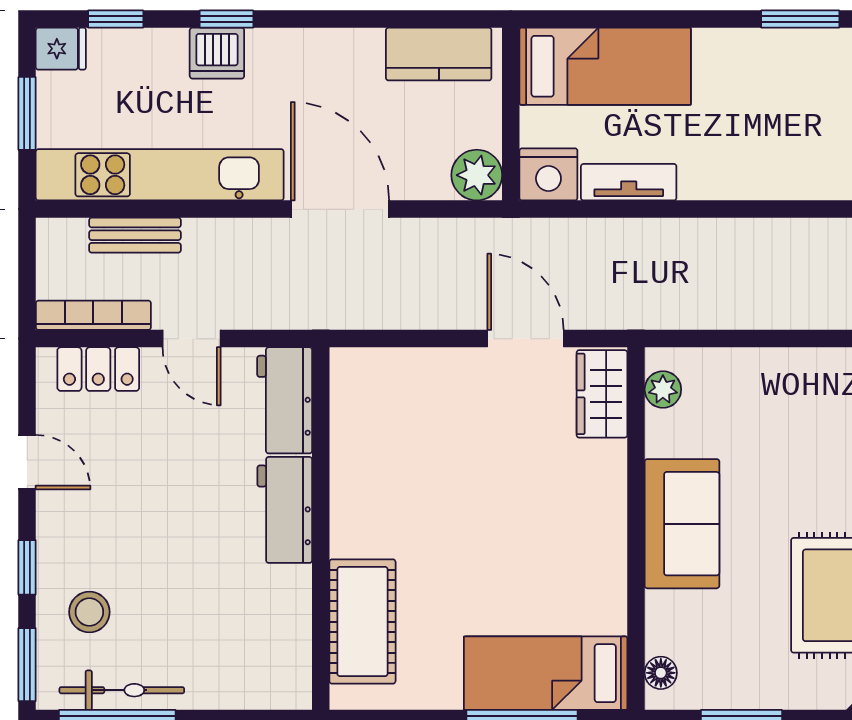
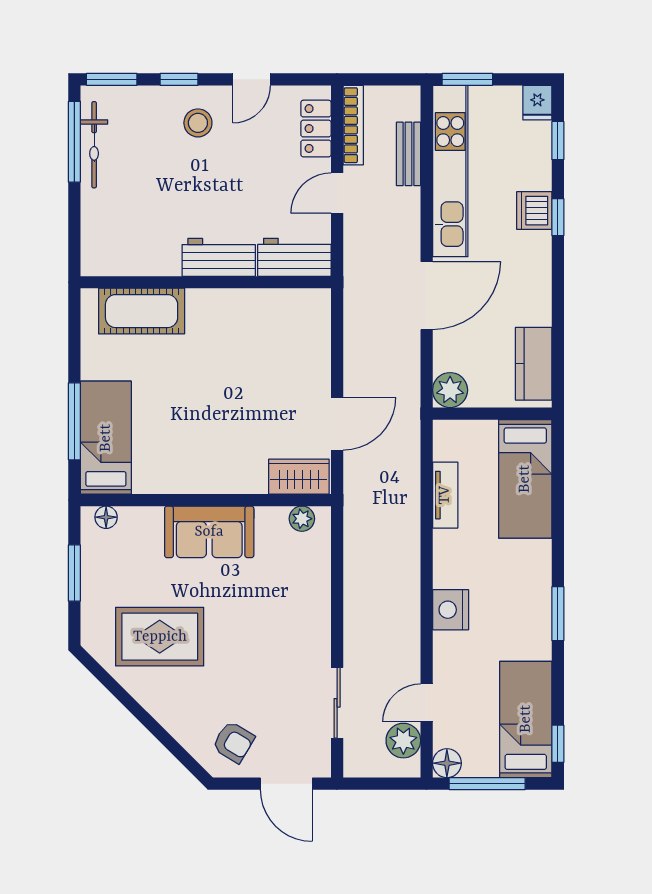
window: (27, 113) -> (467, 79), moved
nightstand: (548, 174) -> (451, 610), moved
stool: (89, 612) -> (198, 123), moved

